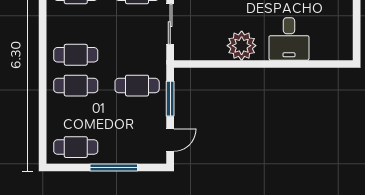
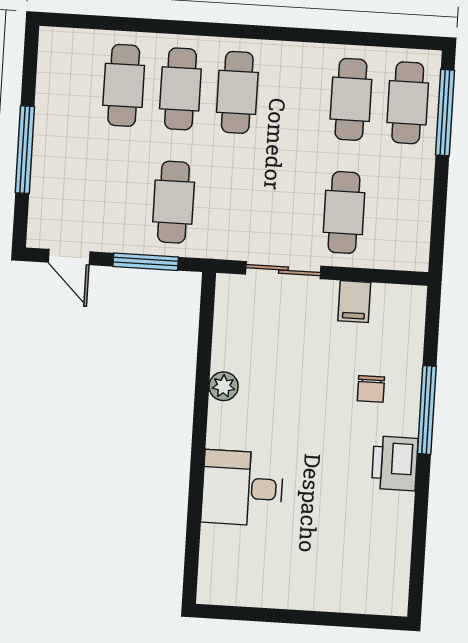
plant: (242, 46) -> (224, 386), width x0.53, depth x0.53
cafe table: (76, 147) -> (124, 85), moved

